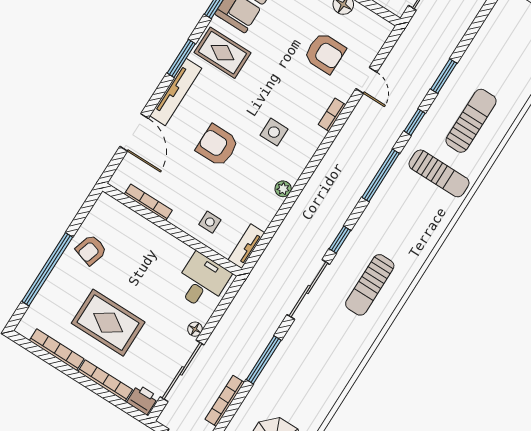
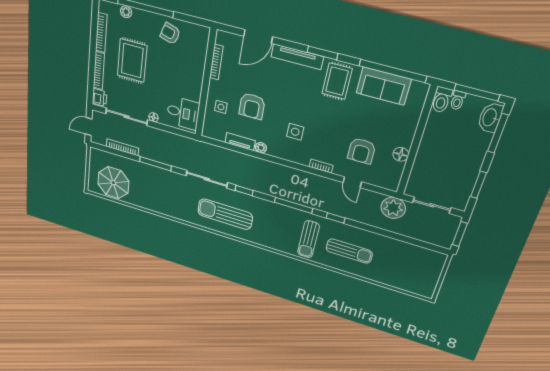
plant: (418, 38) -> (393, 208), added
window: (444, 76) -> (373, 229), removed
door: (366, 80) -> (352, 182), hinge flipped
armchair: (217, 145) -> (252, 106), moved, turned 180
tv unit: (246, 246) -> (240, 142), moved
sun lounger: (370, 285) -> (225, 214), width x1.36, depth x1.34
plant: (43, 299) -> (126, 12), added

